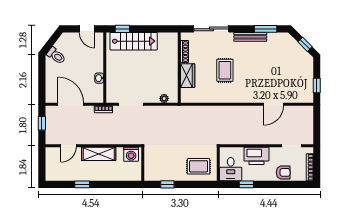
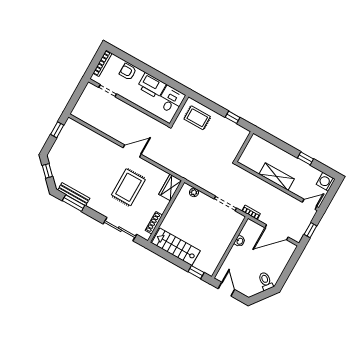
bench: (250, 37) -> (74, 194), moved
stairs: (134, 41) -> (176, 247), moved
rug: (225, 70) -> (128, 187), width x1.36, depth x1.43
wardrobe: (188, 76) -> (170, 187), moved
door: (71, 104) -> (277, 232), hinge flipped
door: (273, 104) -> (132, 151), moved
door: (68, 146) -> (309, 204), moved
washing machine: (131, 154) -> (326, 182), moved, turned -90
printer: (256, 156) -> (152, 86), moved, turned 180
window: (246, 184) -> (165, 79), removed

